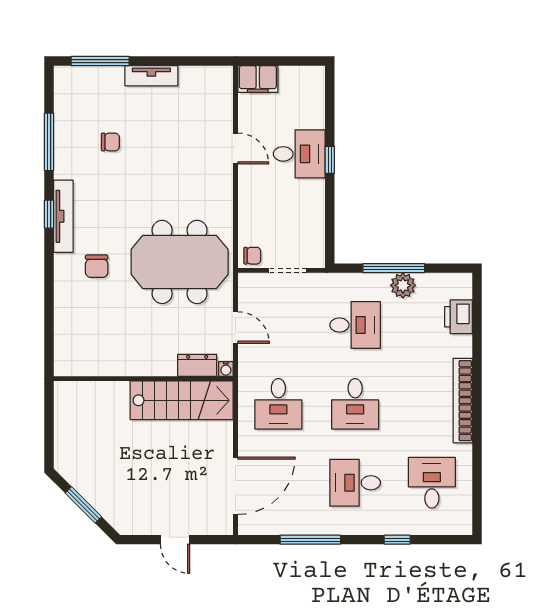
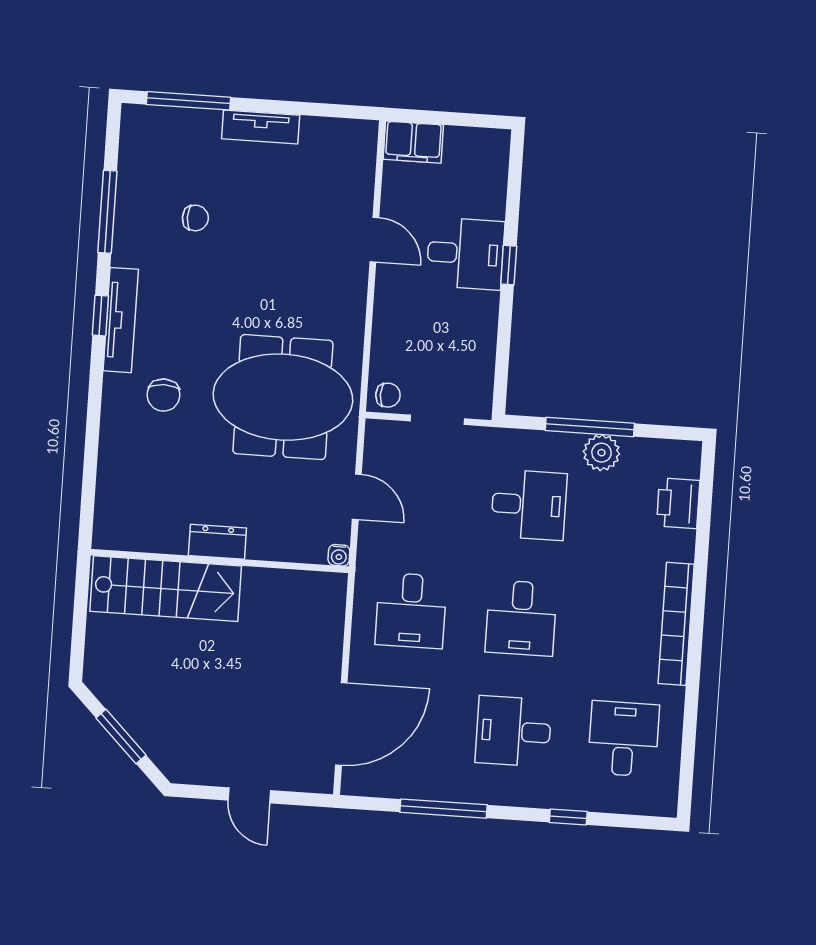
dresser: (197, 365) -> (217, 542), moved
stairs: (182, 400) -> (166, 589), moved

